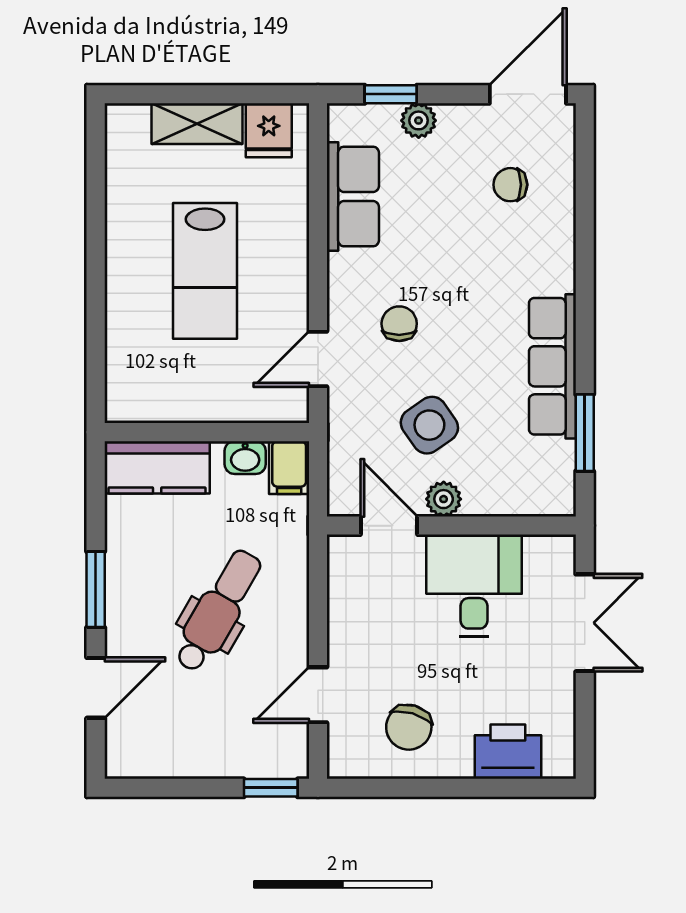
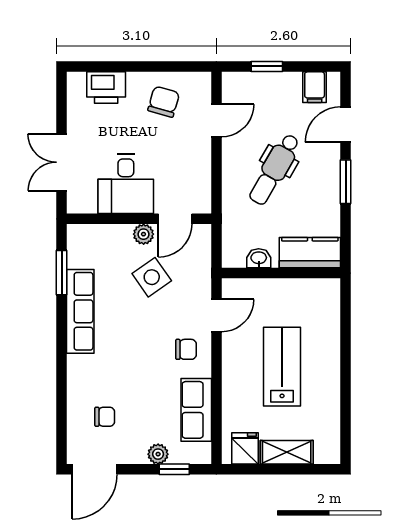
chair: (399, 324) -> (186, 349), moved, turned -90
filing cabinet: (289, 468) -> (315, 87), moved, turned 180
door: (389, 526) -> (175, 219), hinge flipped
window: (271, 788) -> (267, 66), moved

